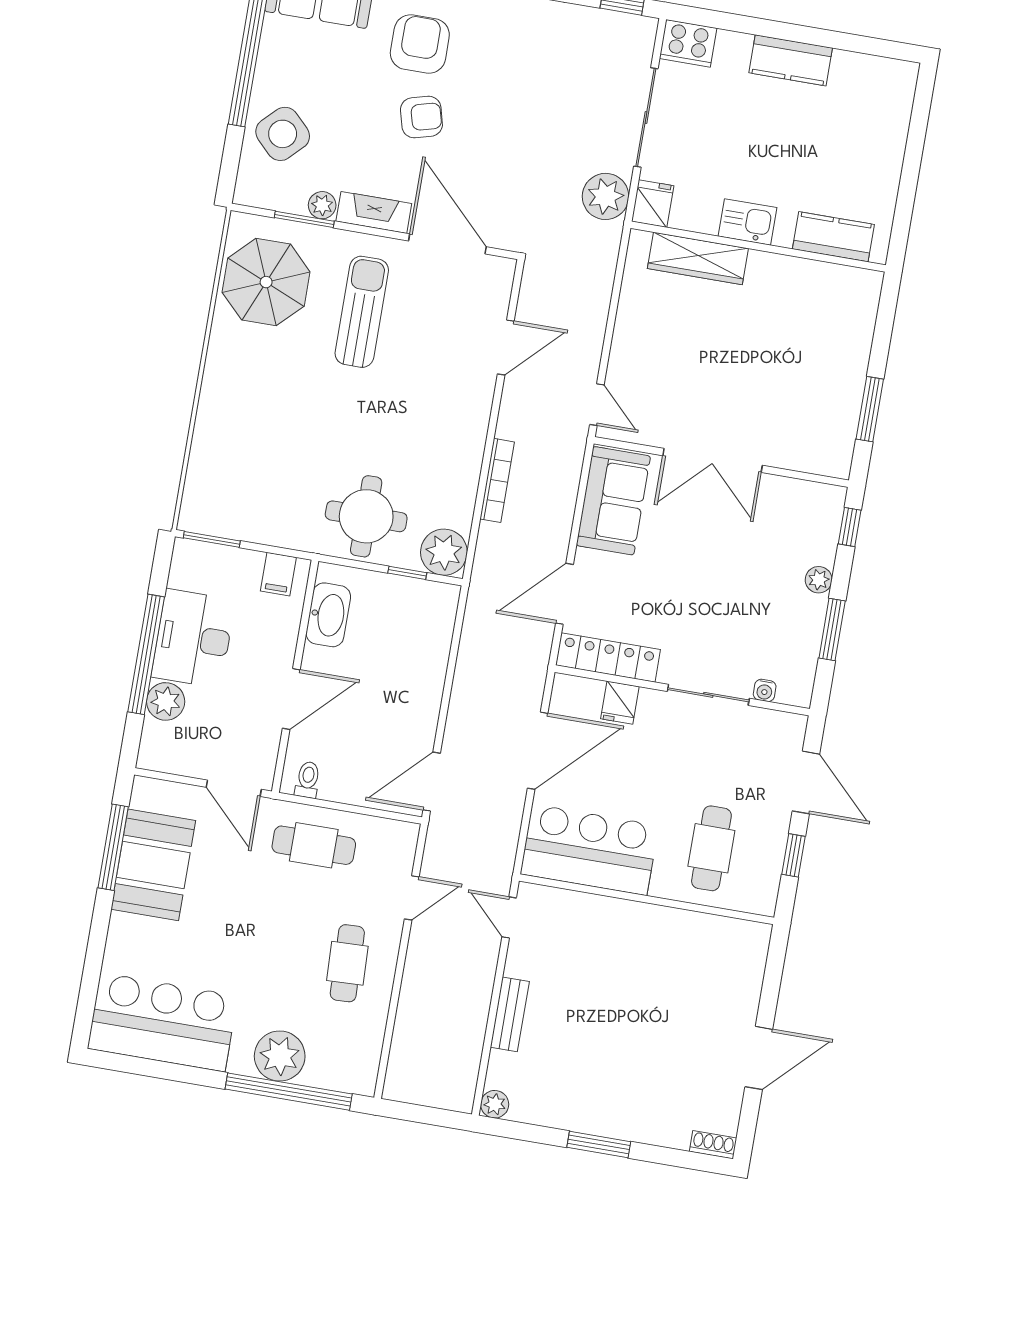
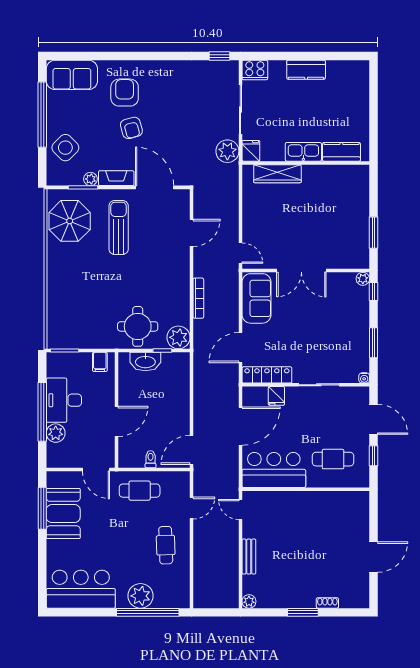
armchair: (421, 117) -> (131, 128), turned 90
kitchen sink: (747, 222) -> (303, 152), width x1.38
plant: (819, 580) -> (363, 279), moved
washbasin: (328, 615) -> (145, 361), moved, turned 90
water cooler: (765, 690) -> (364, 378), moved
toilet: (308, 780) -> (151, 459), moved
cafe table: (711, 848) -> (333, 459), turned 90
shoe rack: (713, 1145) -> (327, 603), moved

